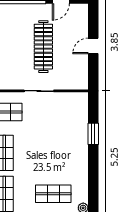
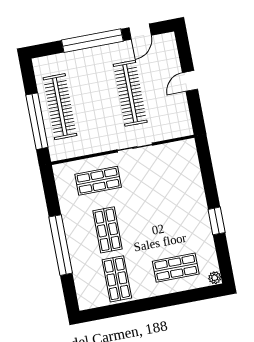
window: (93, 134) -> (217, 221), moved

